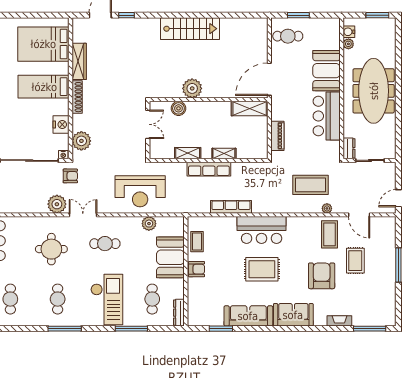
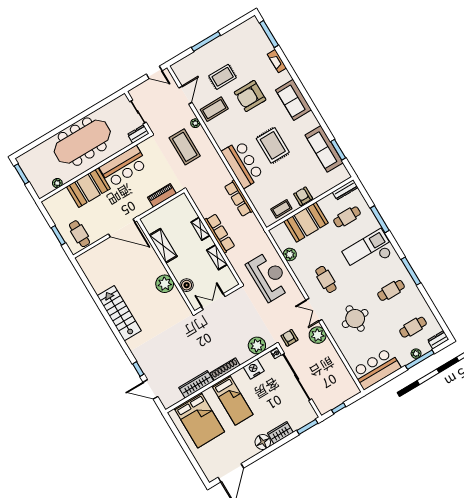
water cooler: (349, 32) -> (48, 188), removed
shelving: (250, 109) -> (163, 246), moved
sofa: (248, 316) -> (324, 149), moved

